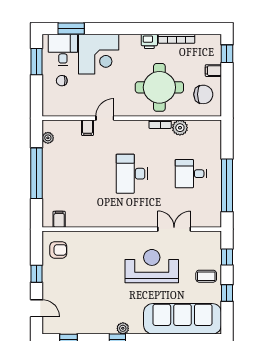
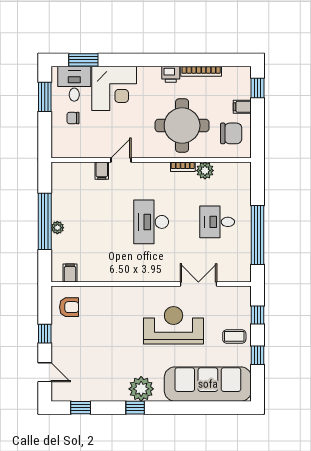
plant: (48, 138) -> (57, 228), moved
plant: (123, 328) -> (141, 389), width x1.88, depth x1.88

